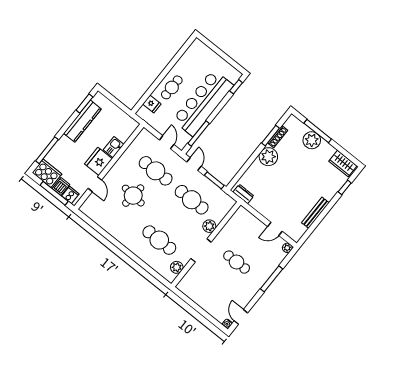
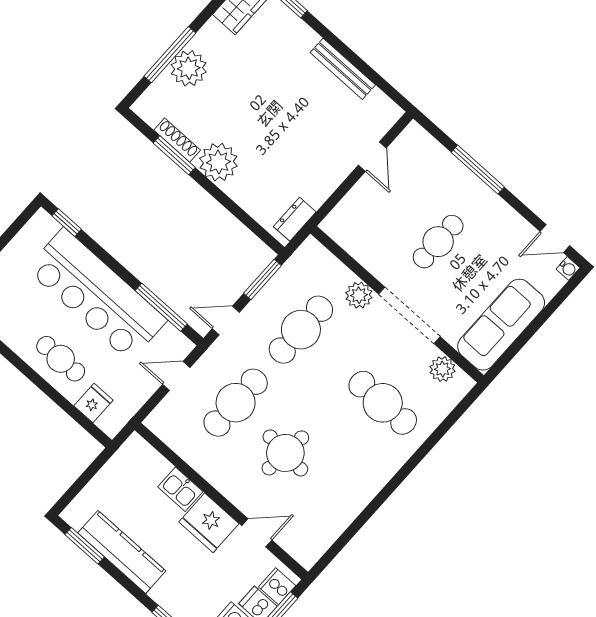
cafe table: (159, 240) -> (383, 403), turned 90
plant: (287, 248) -> (414, 133), removed
doorway: (201, 250) -> (409, 315), width x1.36
sofa: (199, 294) -> (501, 325), added

